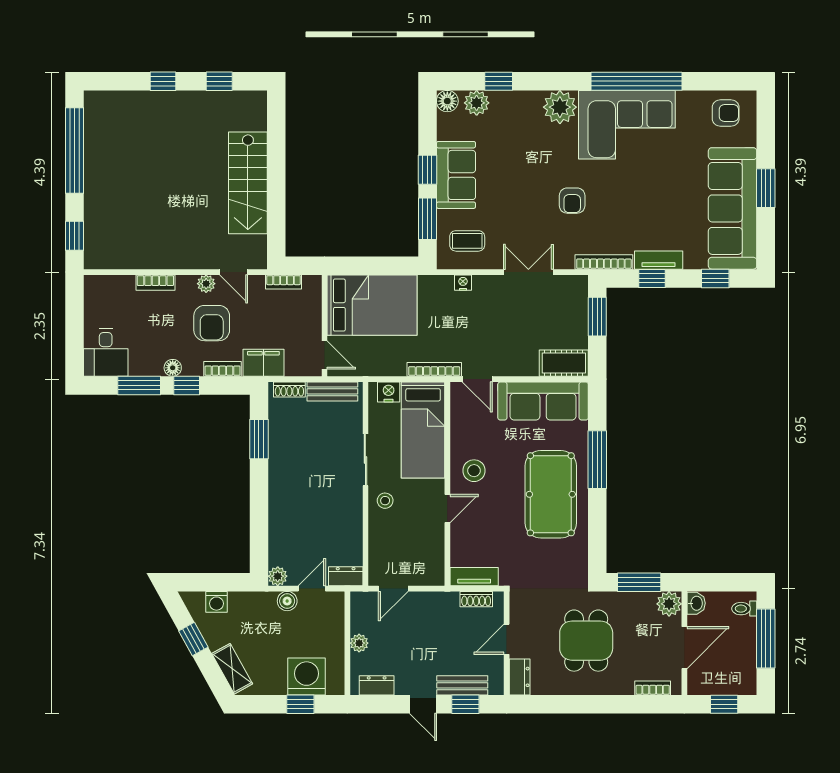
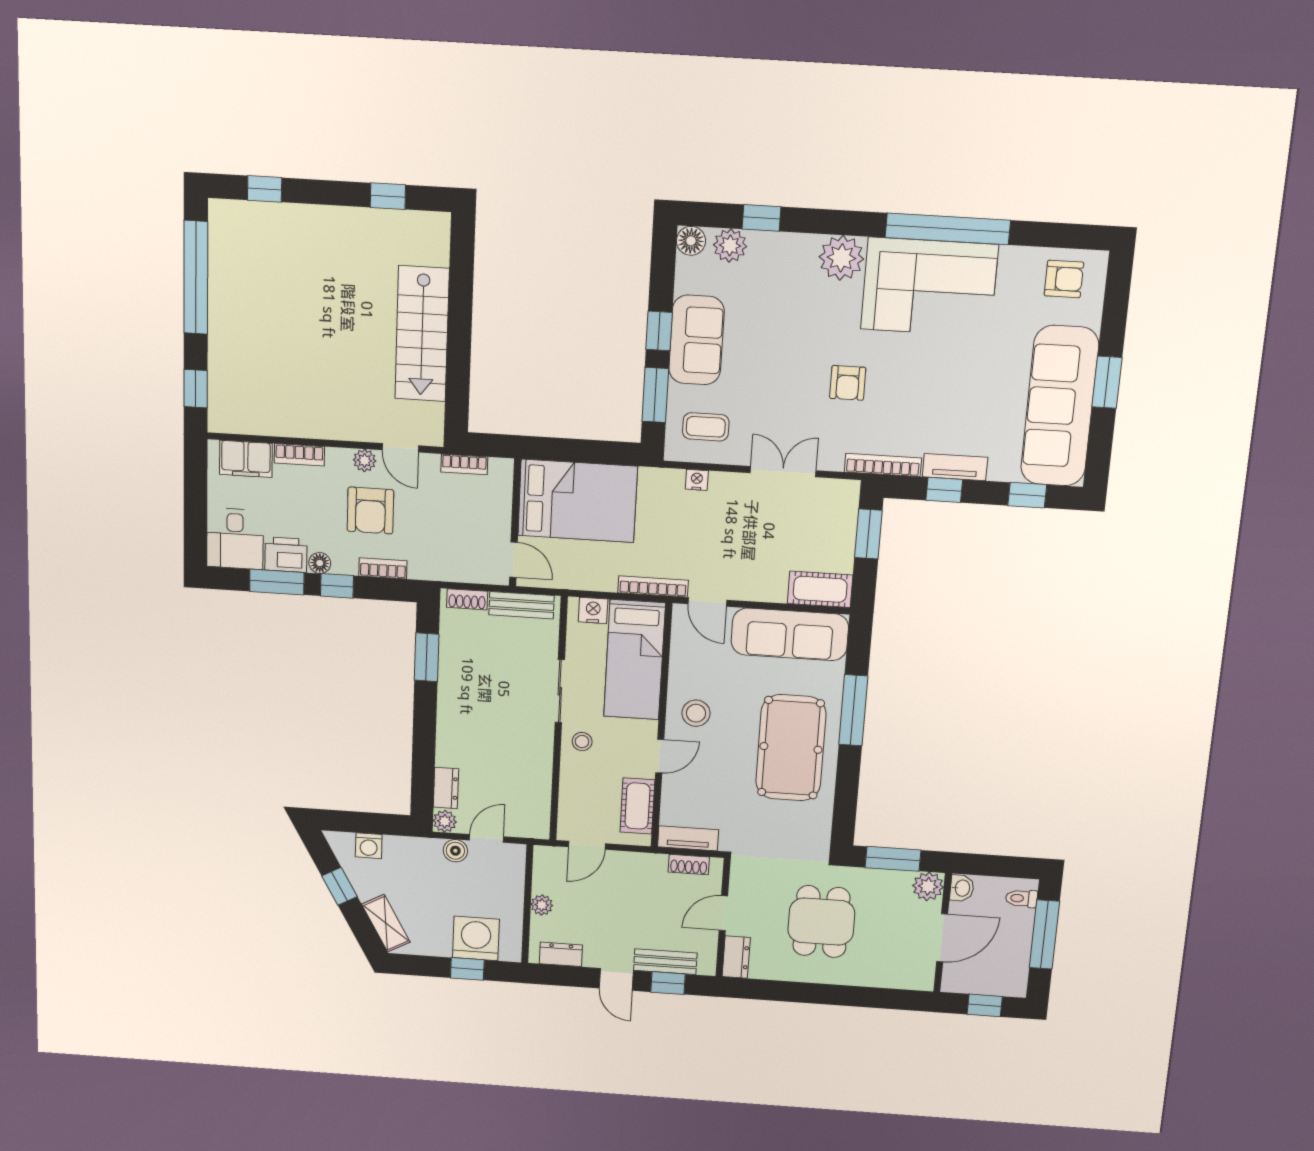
window: (163, 81) -> (265, 189), moved
printer: (146, 363) -> (286, 555), added
filing cabinet: (263, 363) -> (246, 459), moved, turned 180
cot: (432, 552) -> (637, 806), added
dresser: (346, 576) -> (446, 788), moved, turned 90
bookcase: (653, 688) -> (899, 981), removed

